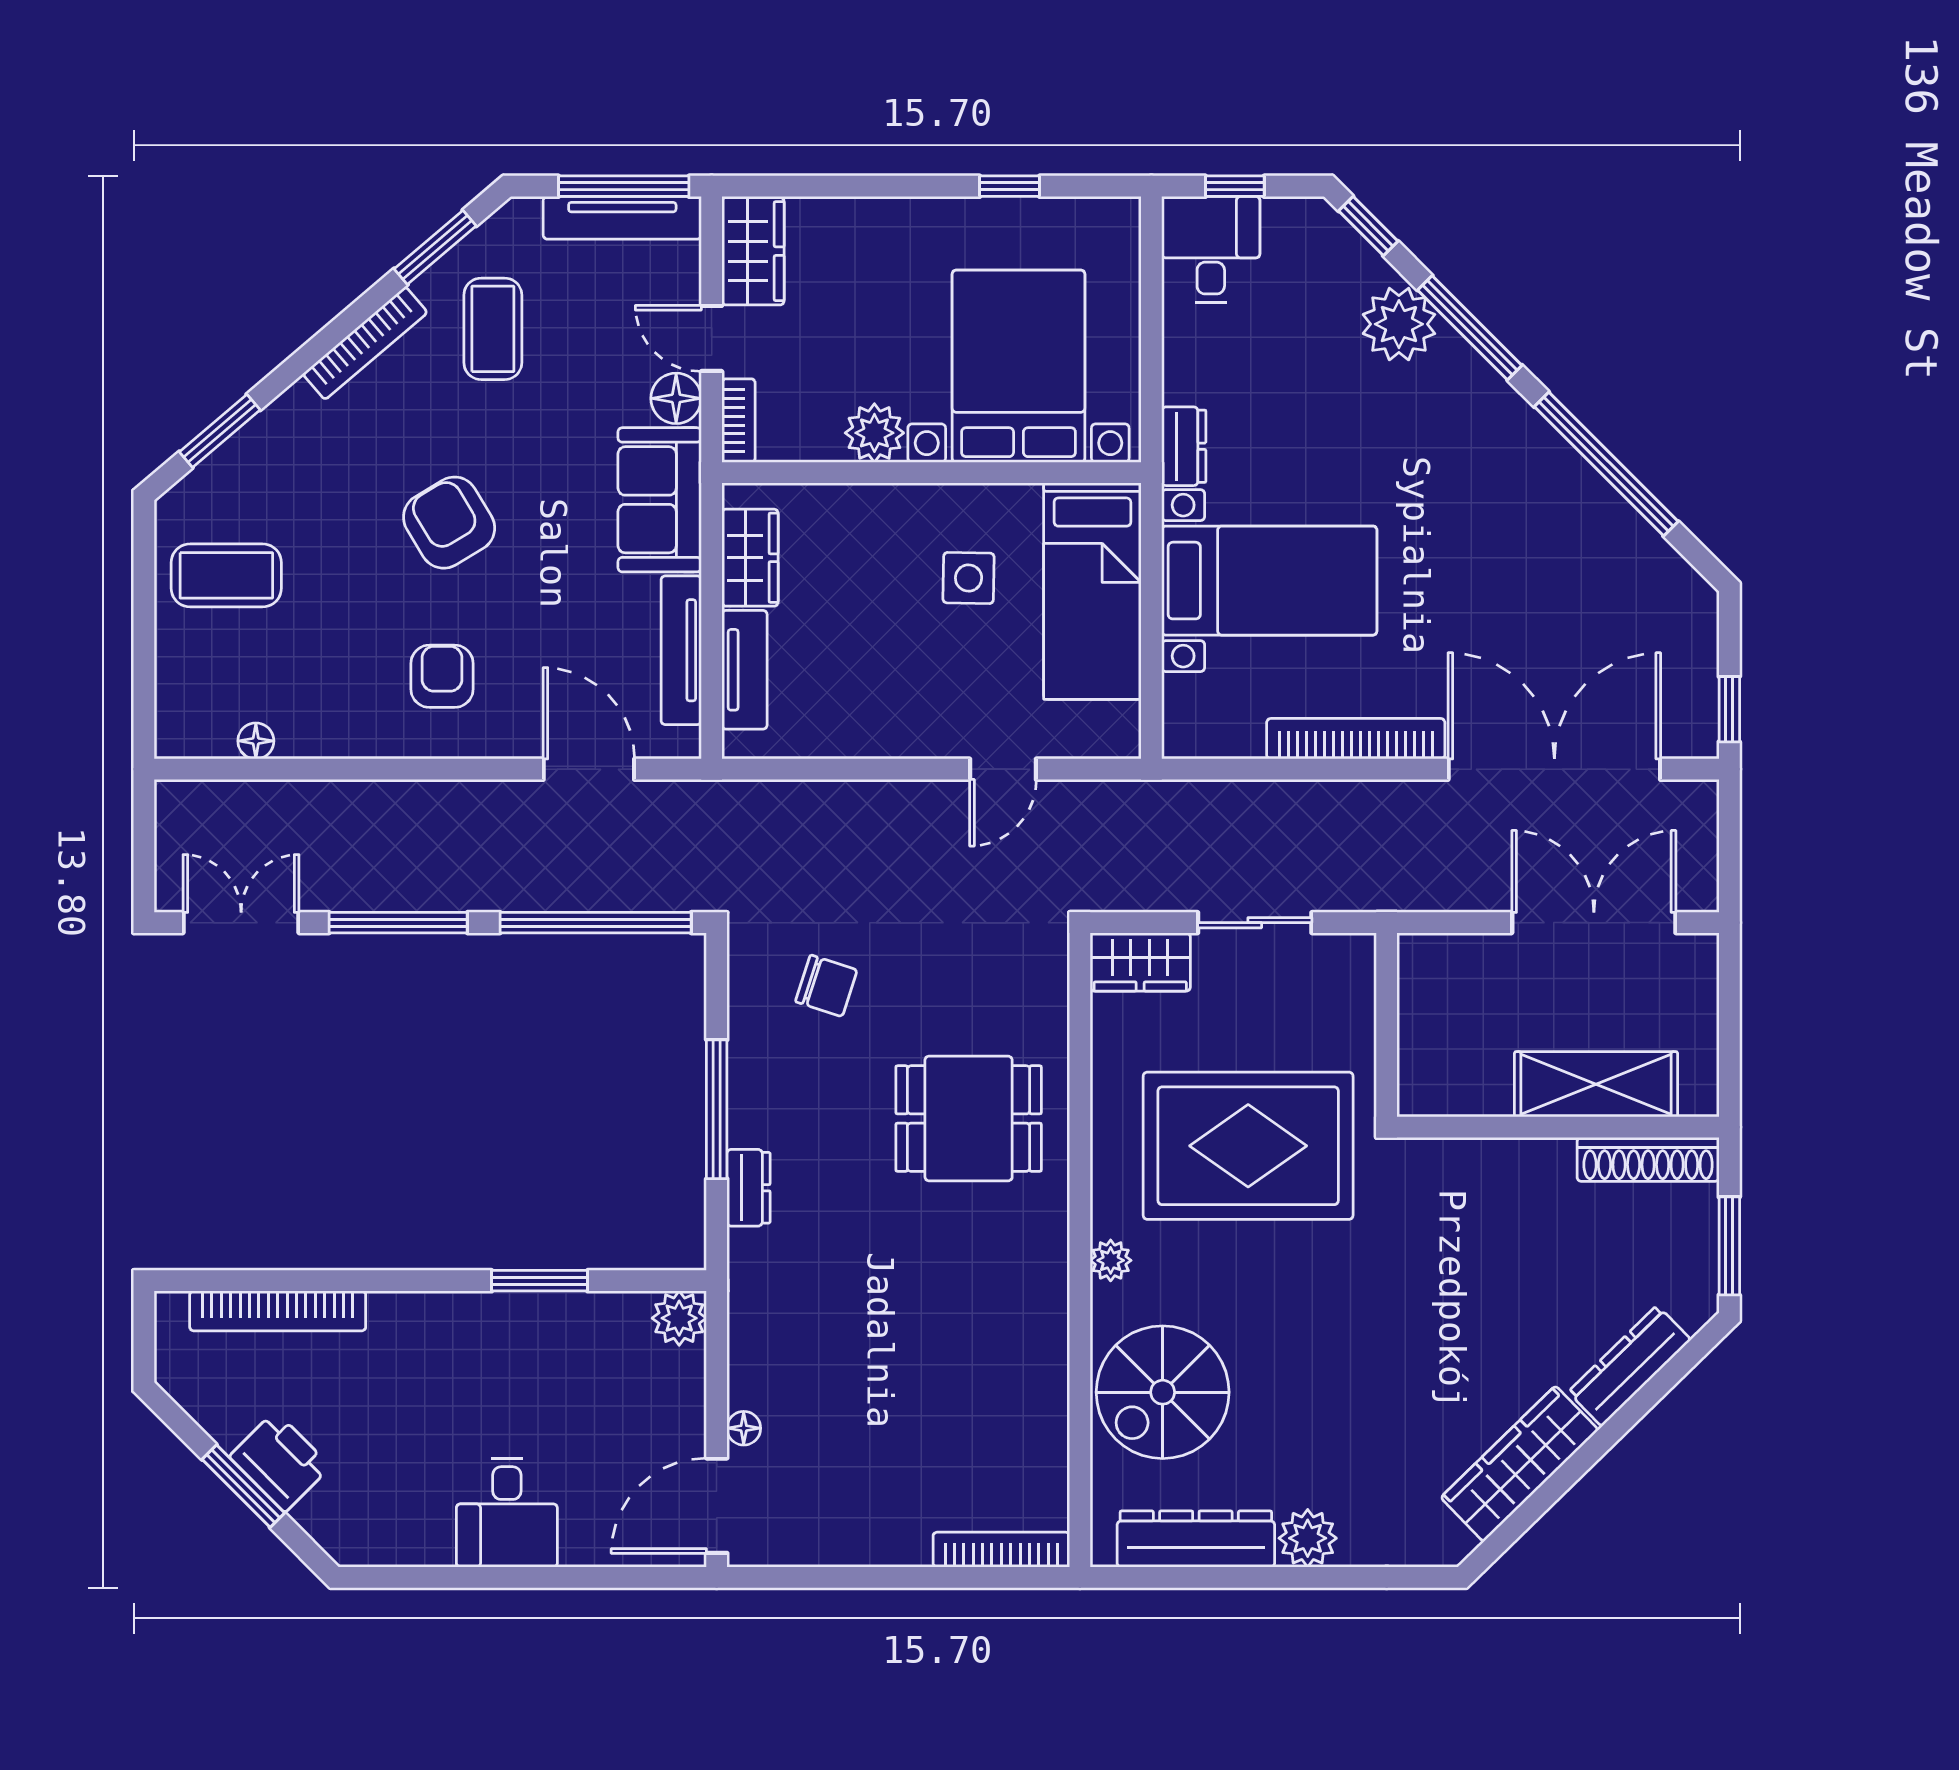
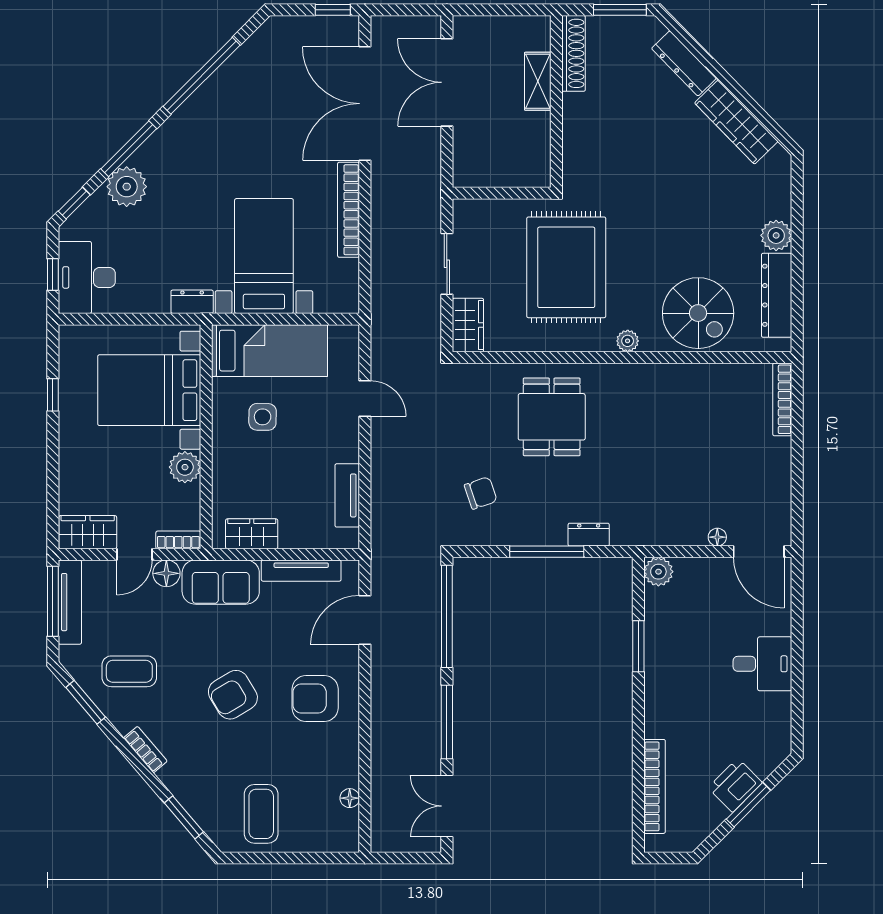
desk: (1211, 249) -> (87, 277), width x1.37
bookcase: (365, 343) -> (145, 750), width x0.64
tv unit: (744, 670) -> (347, 495), moved, turned -90
armchair: (442, 676) -> (315, 698), width x1.38, depth x1.38
chair: (826, 986) -> (481, 493), turned 53
shelving: (1596, 1084) -> (538, 81), width x0.67, depth x0.75

